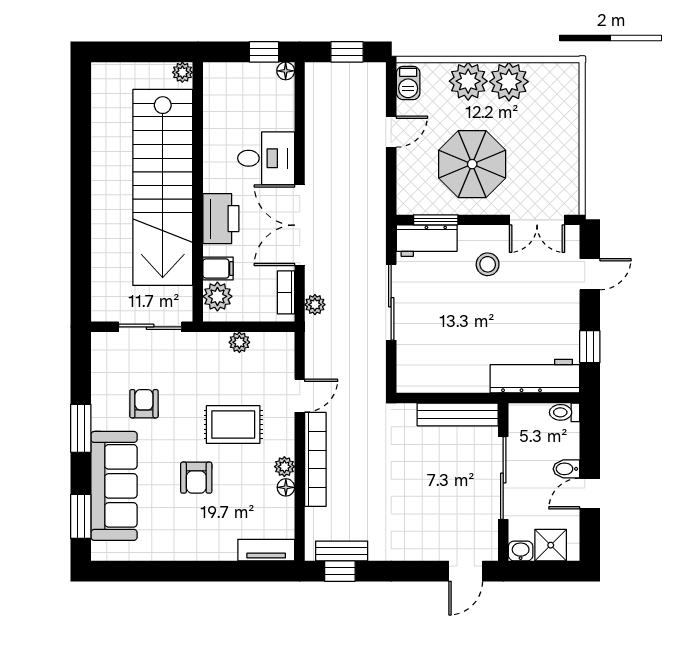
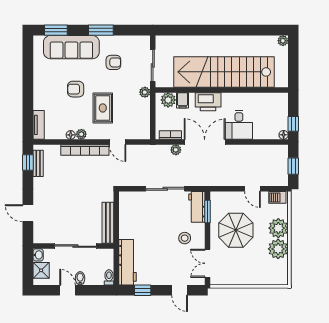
plant: (182, 72) -> (283, 41), moved
plant: (315, 305) -> (176, 150), moved
plant: (239, 342) -> (145, 92), moved
door: (466, 571) -> (28, 213), moved

